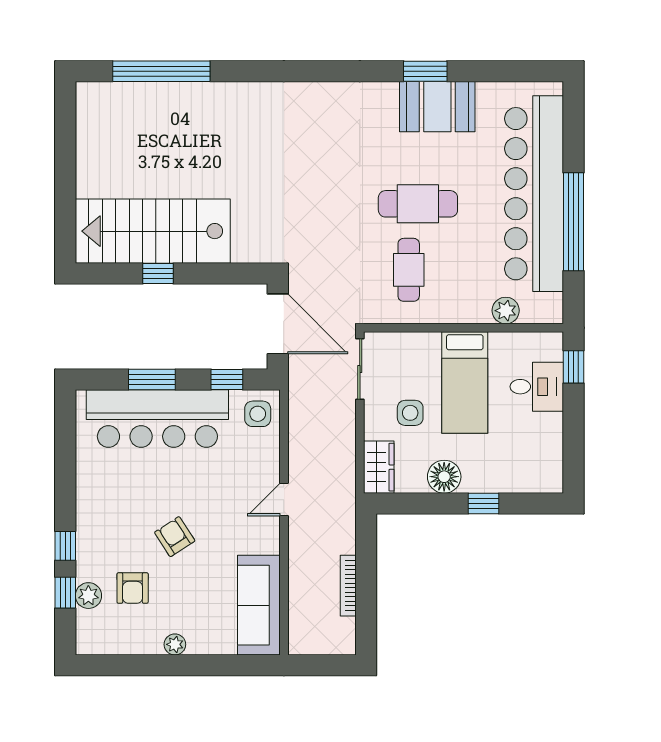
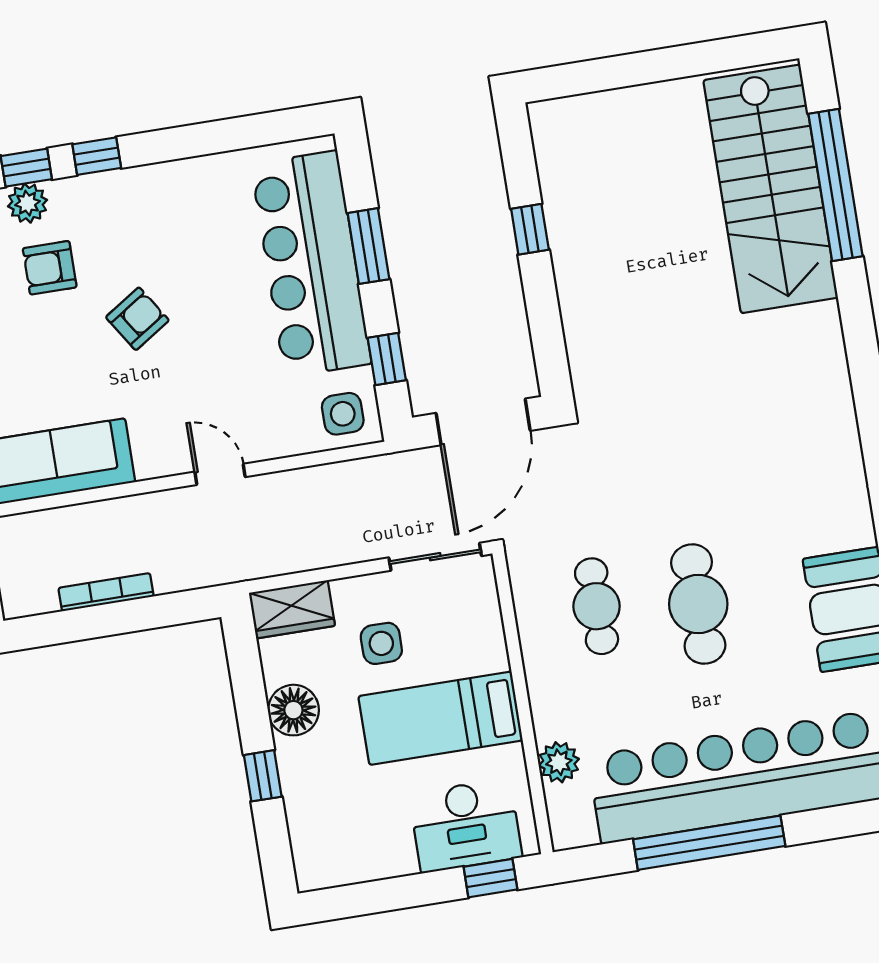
stairs: (153, 231) -> (771, 189), moved, turned 180
cafe table: (409, 270) -> (597, 606), turned 90
desk: (537, 387) -> (466, 825), width x1.37

